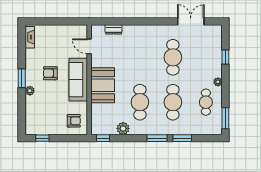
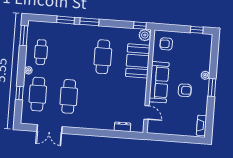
booth: (103, 85) -> (138, 61), moved
cafe table: (173, 102) -> (38, 94), moved
plant: (123, 128) -> (145, 35), moved

